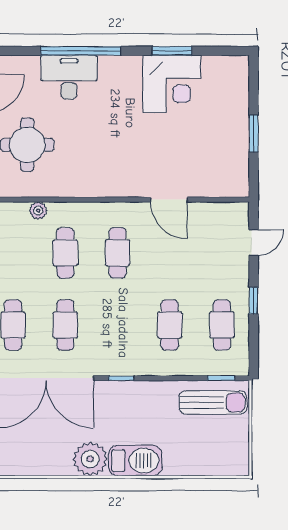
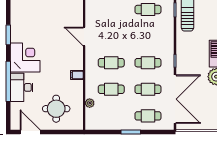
corner desk: (172, 84) -> (25, 57), moved
filing cabinet: (93, 185) -> (77, 75), added
door: (169, 200) -> (84, 37), swing flipped
cafe table: (170, 325) -> (148, 63), moved

